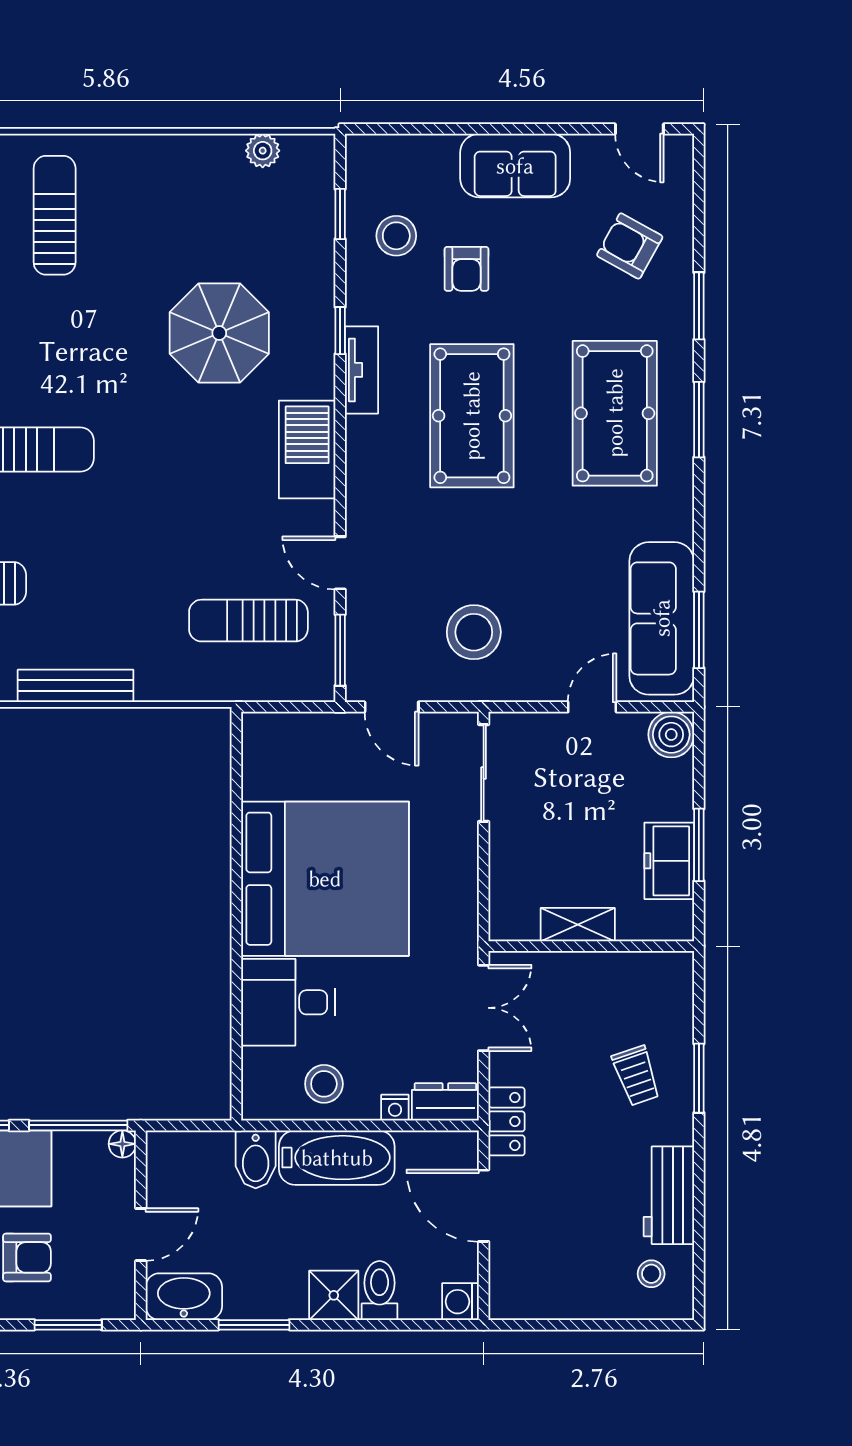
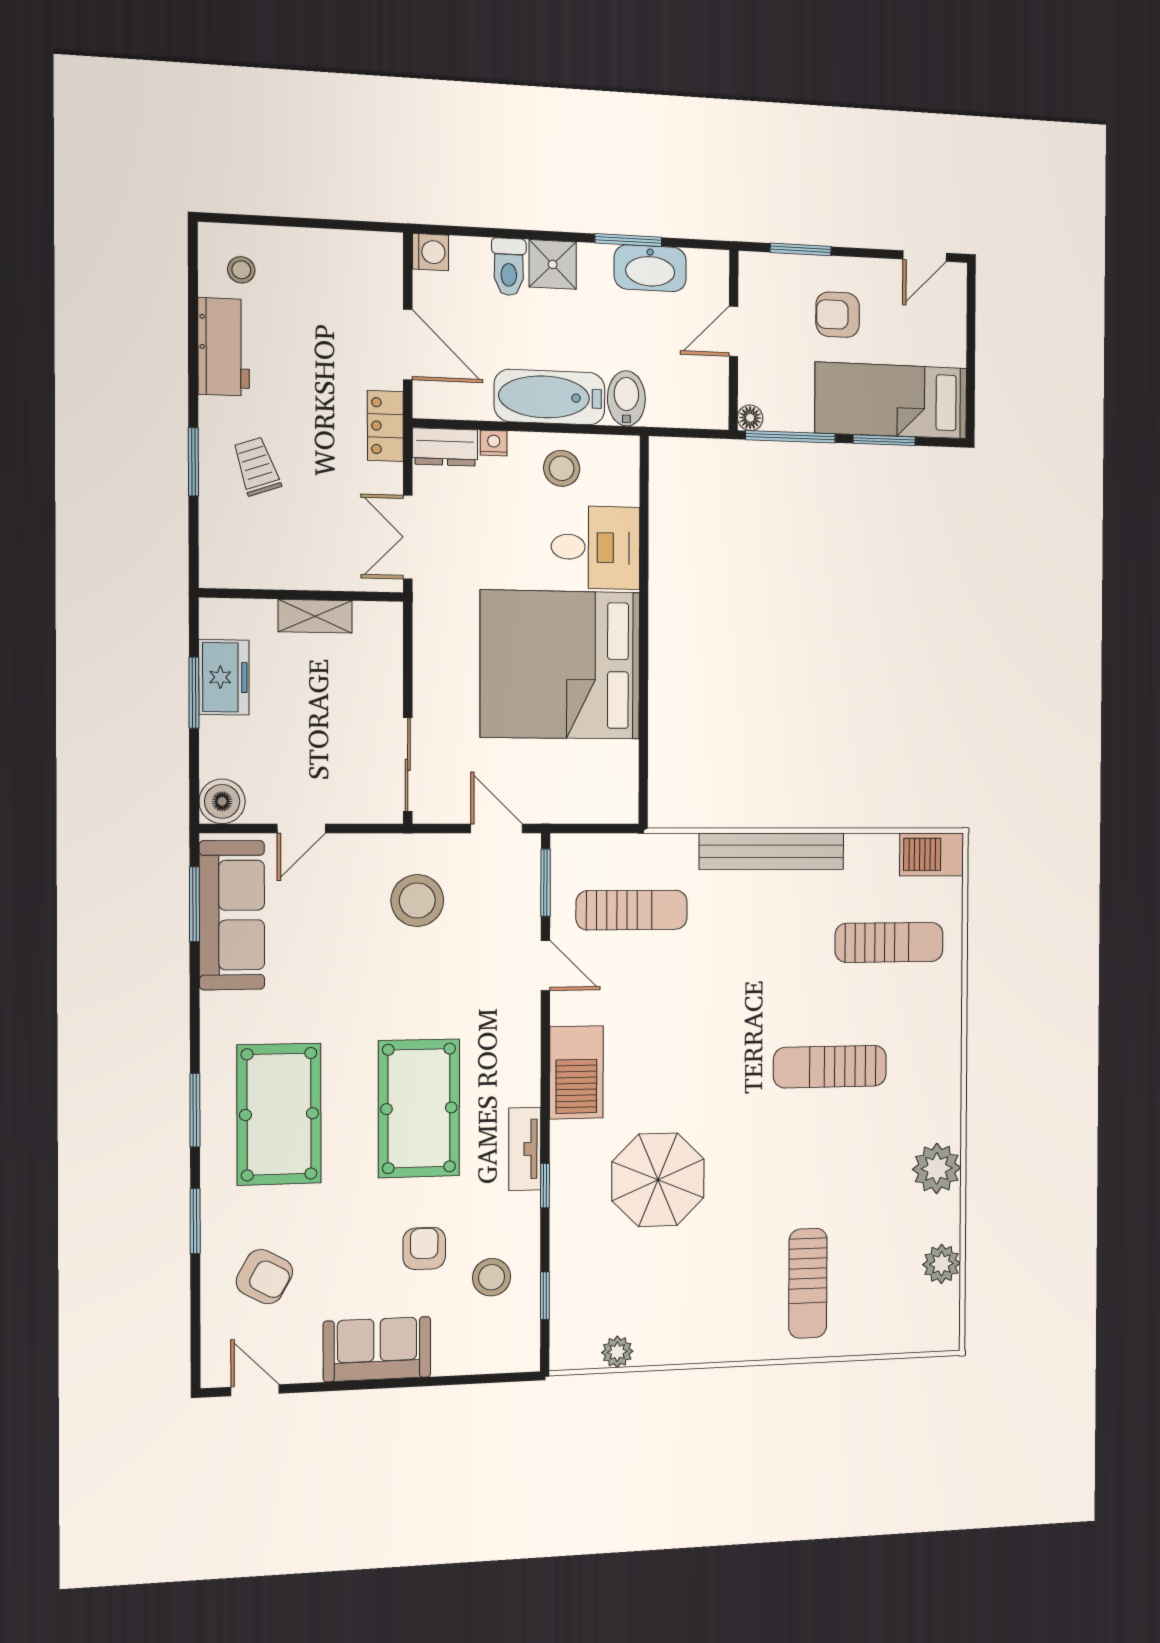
bench: (76, 686) -> (772, 851), width x1.37, depth x1.21
washbasin: (184, 1297) -> (650, 268), moved

